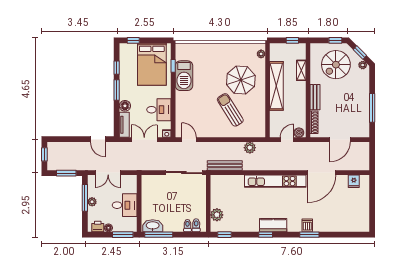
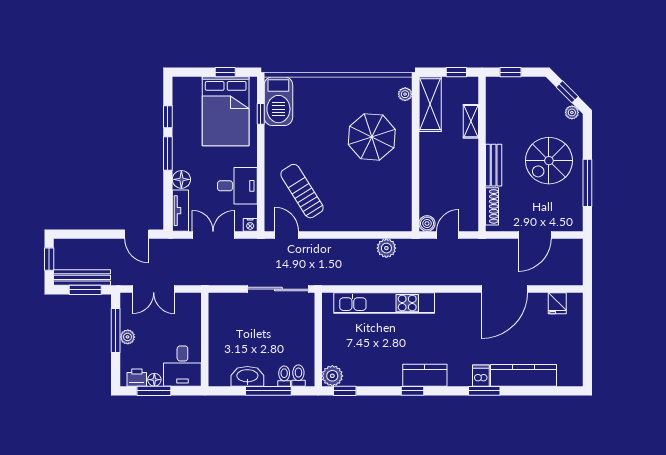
window: (133, 40) -> (225, 72), moved
window: (335, 40) -> (510, 72), moved
spiral stairs: (336, 65) -> (549, 161), moved
barbecue: (184, 76) -> (278, 101), moved
shelving: (276, 86) -> (430, 104), moved, width x0.68
sun lounger: (230, 110) -> (302, 191), moved
boiler: (299, 133) -> (427, 223), moved
bench: (225, 166) -> (82, 277), moved
kitchen unit: (275, 181) -> (384, 303), moved
desk: (125, 205) -> (182, 366), moved, turned 90
plant: (217, 215) -> (332, 376), moved
kitchen counter: (333, 225) -> (524, 375), added
washbasin: (153, 226) -> (247, 376), moved
window: (123, 235) -> (154, 391), moved
window: (159, 235) -> (268, 391), moved

